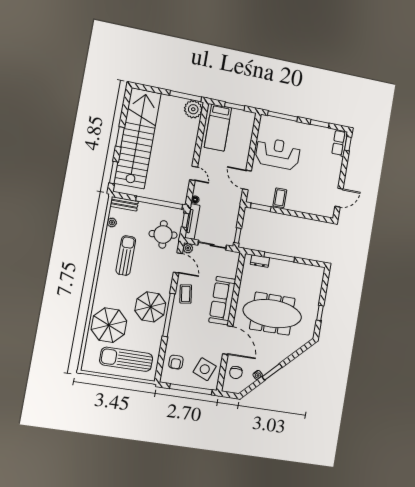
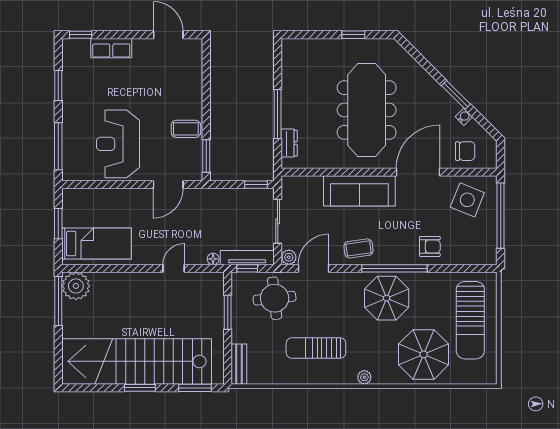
row of seats: (340, 143) -> (111, 48), moved
window: (159, 203) -> (228, 312), width x0.47
plant: (112, 222) -> (364, 377), moved
armchair: (176, 362) -> (430, 246), moved

